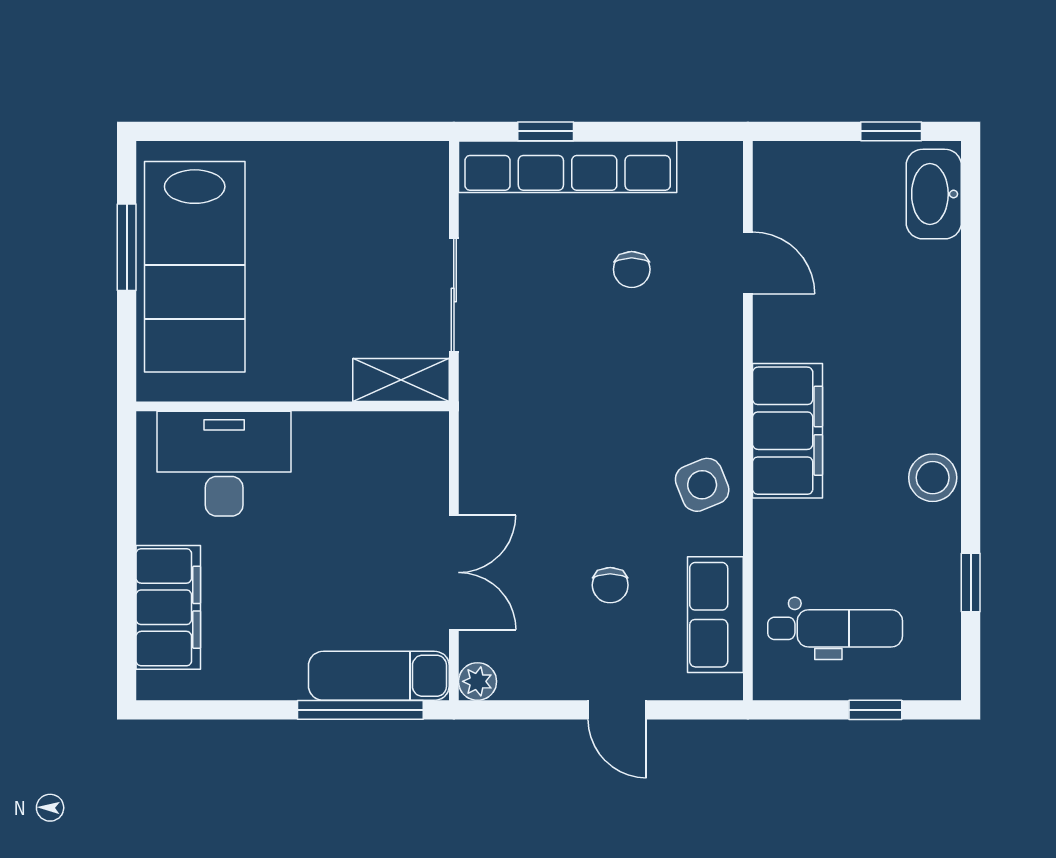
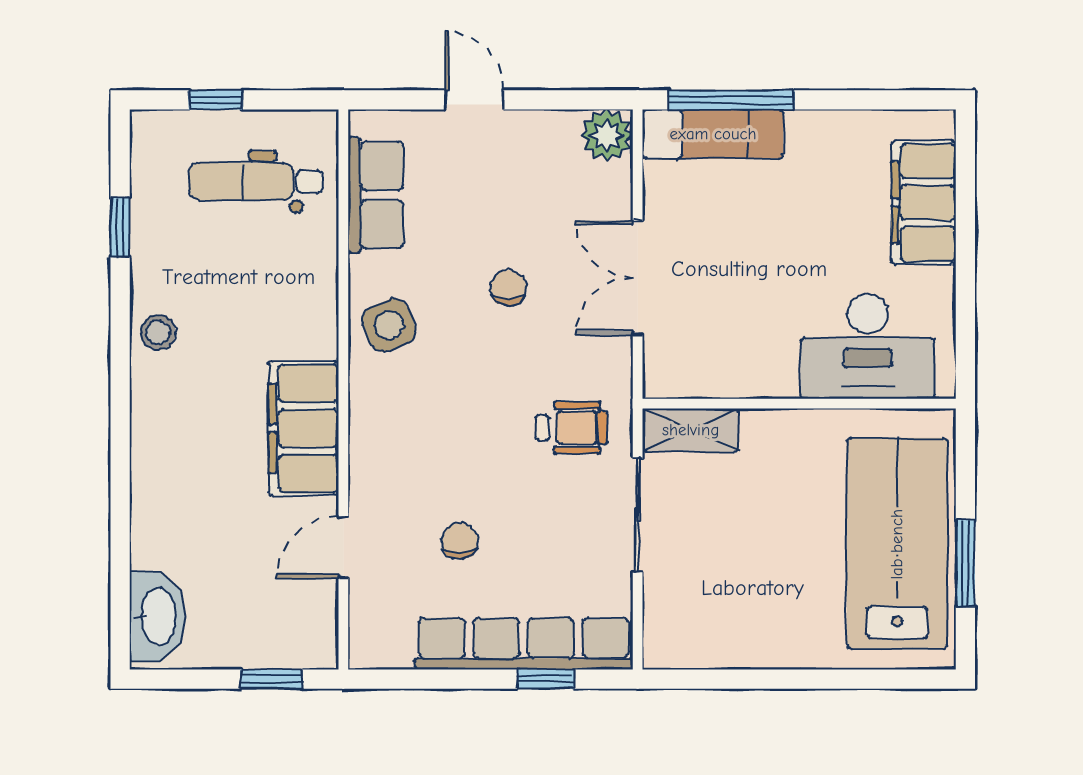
window: (891, 131) -> (271, 679), moved
door: (748, 263) -> (343, 547), hinge flipped
wheelchair: (520, 382) -> (571, 428), added
filing cabinet: (788, 431) -> (304, 428), moved
stool: (933, 478) -> (158, 332), width x0.73, depth x0.73
double door: (454, 572) -> (638, 278), moved
chair: (610, 585) -> (508, 288), moved
plant: (478, 681) -> (607, 135), width x1.38, depth x1.38

